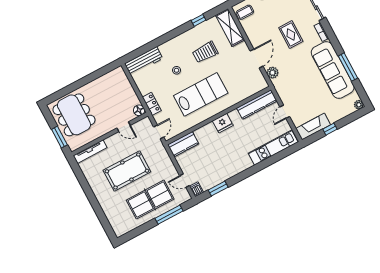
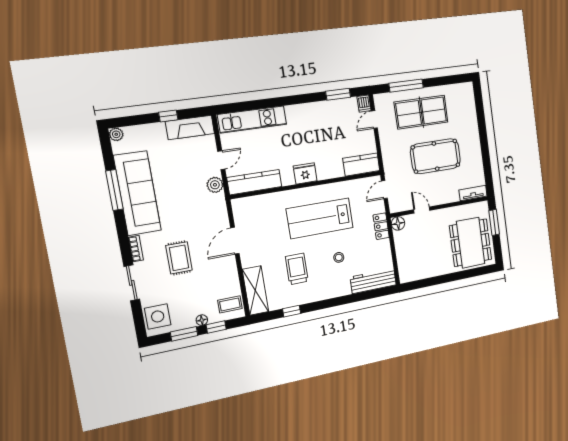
trolley: (205, 52) -> (297, 269), turned -90
plant: (273, 73) -> (215, 185), moved
tv unit: (90, 152) -> (473, 193), width x0.71
door: (185, 181) -> (374, 119), swing flipped

